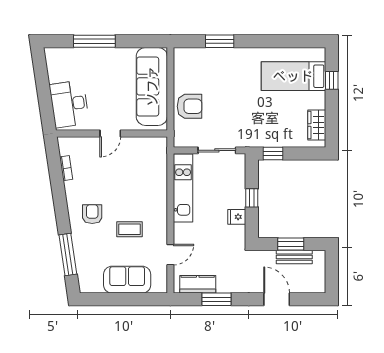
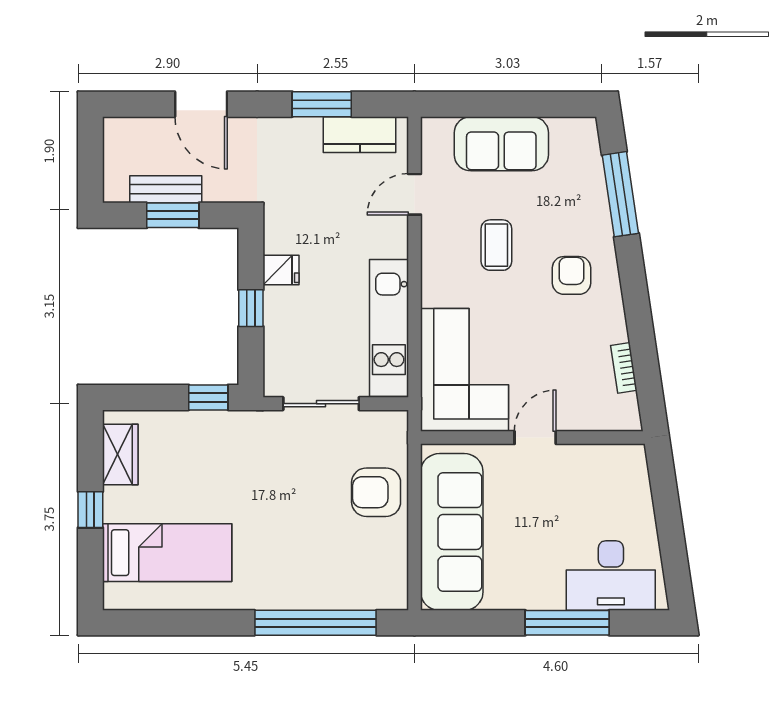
window: (220, 41) -> (316, 623), width x2.11
window: (332, 80) -> (90, 510), moved
desk: (69, 104) -> (611, 576), moved, turned 98
corner sofa: (145, 167) -> (465, 370), added
armchair: (92, 214) -> (572, 275), turned 180
coffee table: (130, 229) -> (496, 245), turned 90

